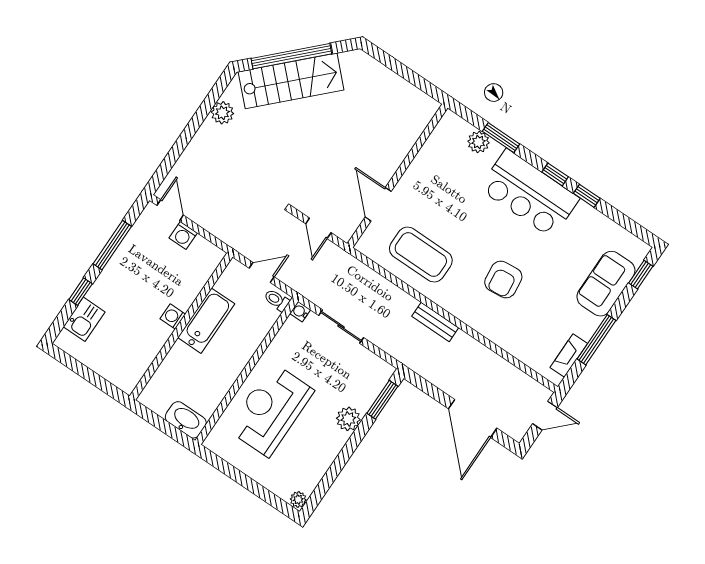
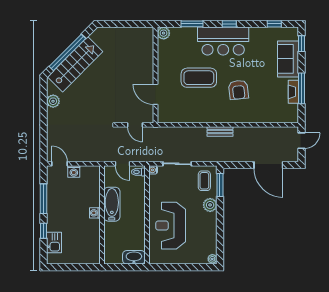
plant: (479, 142) -> (164, 33), moved
window: (587, 196) -> (274, 24), moved
coffee table: (421, 255) -> (199, 78), moved
door: (262, 272) -> (122, 164), swing flipped
fireplace: (569, 356) -> (293, 92), moved
coffee table: (364, 378) -> (204, 181), added

